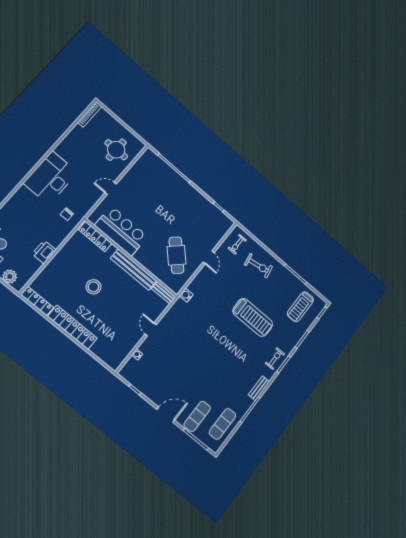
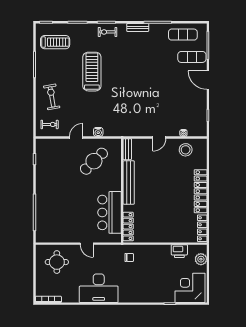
desk: (51, 178) -> (99, 288), moved
printer: (44, 252) -> (179, 251), moved
stool: (93, 287) -> (186, 150), moved
water cooler: (186, 295) -> (98, 132), moved

